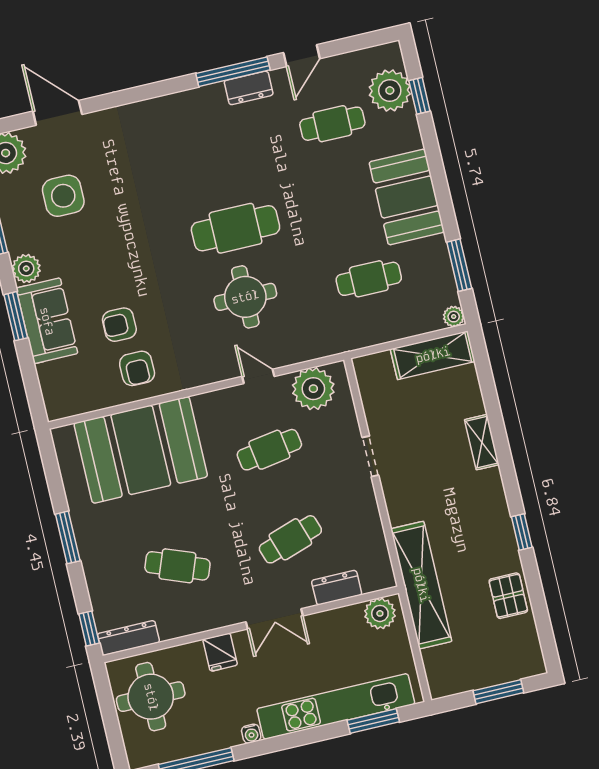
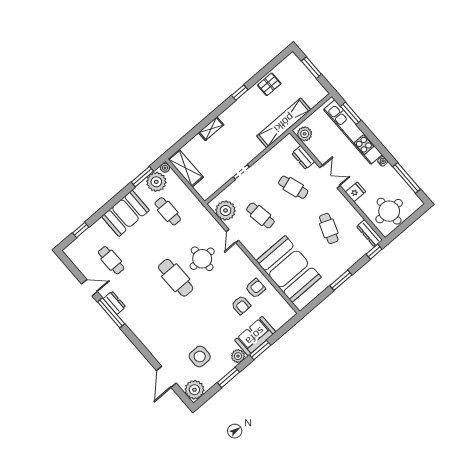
plant: (390, 90) -> (156, 182), moved

